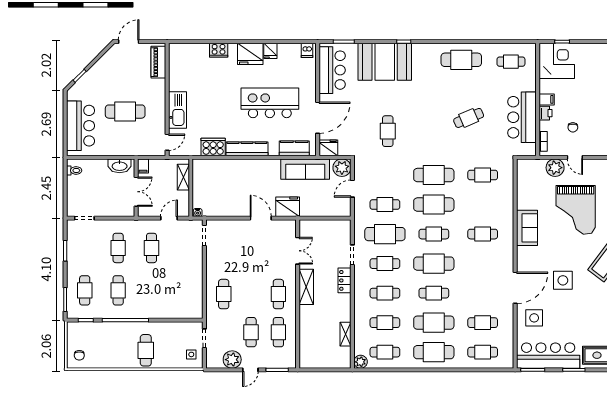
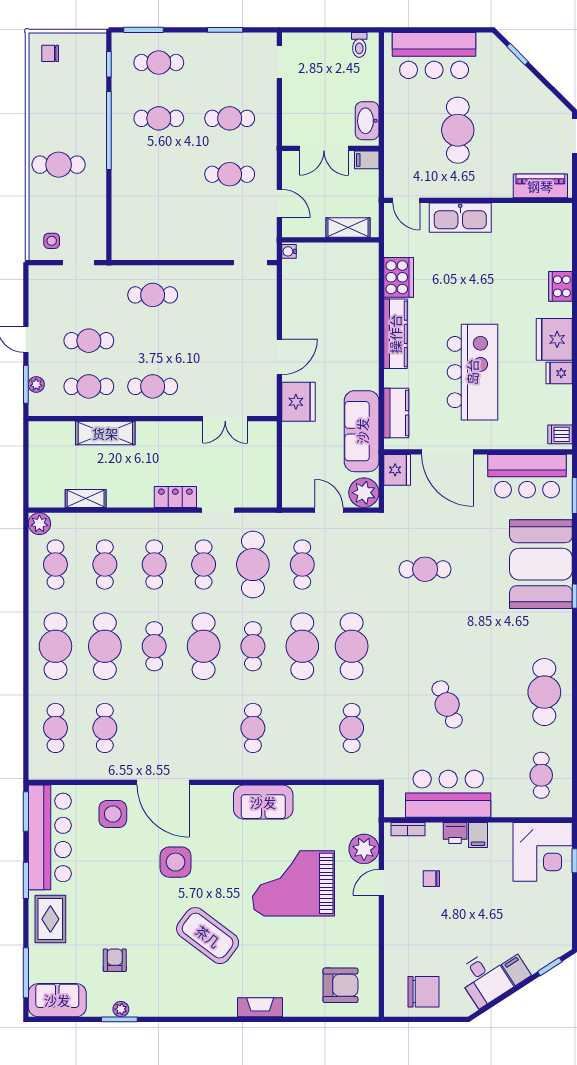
shelving: (306, 287) -> (105, 433), moved
plant: (232, 360) -> (36, 384), moved, width x0.53, depth x0.53

